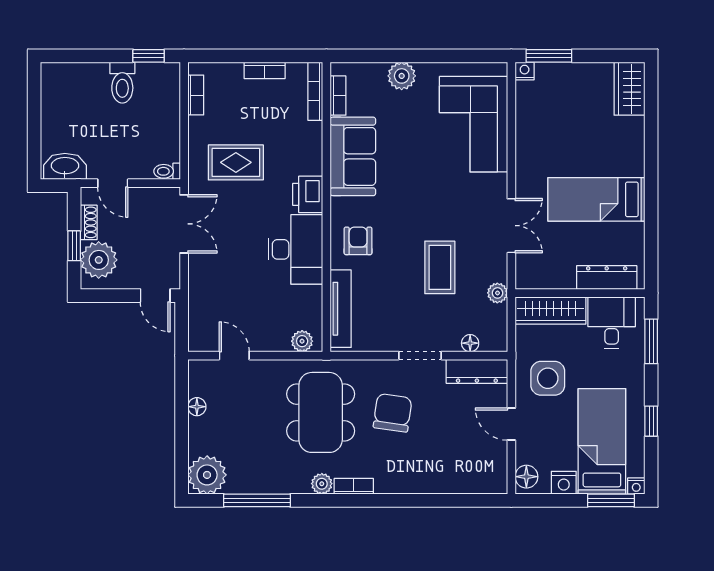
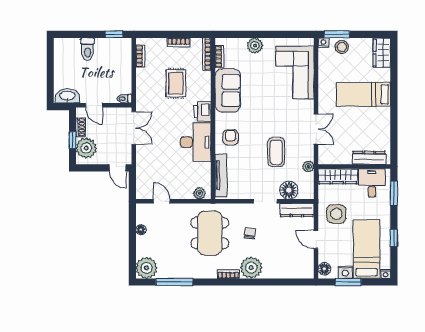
stool: (558, 78) -> (342, 47), added
toilet: (122, 83) -> (88, 49), moved
rug: (236, 162) -> (176, 83), moved, turned 90
bed: (596, 199) -> (363, 94), moved
floor lamp: (470, 343) -> (289, 190), width x1.89, depth x1.89
chair: (393, 413) -> (250, 233), width x0.54, depth x0.54
plant: (322, 484) -> (251, 268), moved, width x1.88, depth x1.88
window: (611, 500) -> (348, 282), moved

